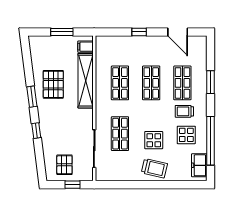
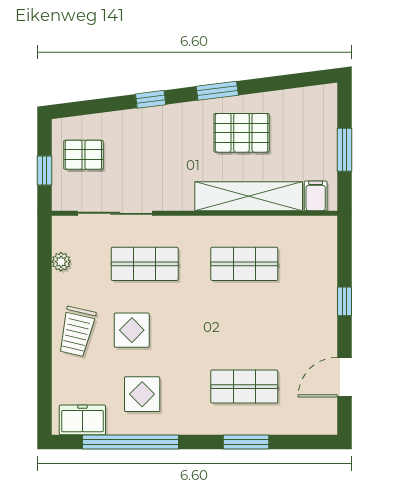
shop shelf: (151, 83) -> (244, 325), removed
trolley: (184, 111) -> (188, 390), removed
plant: (119, 176) -> (61, 262), added

